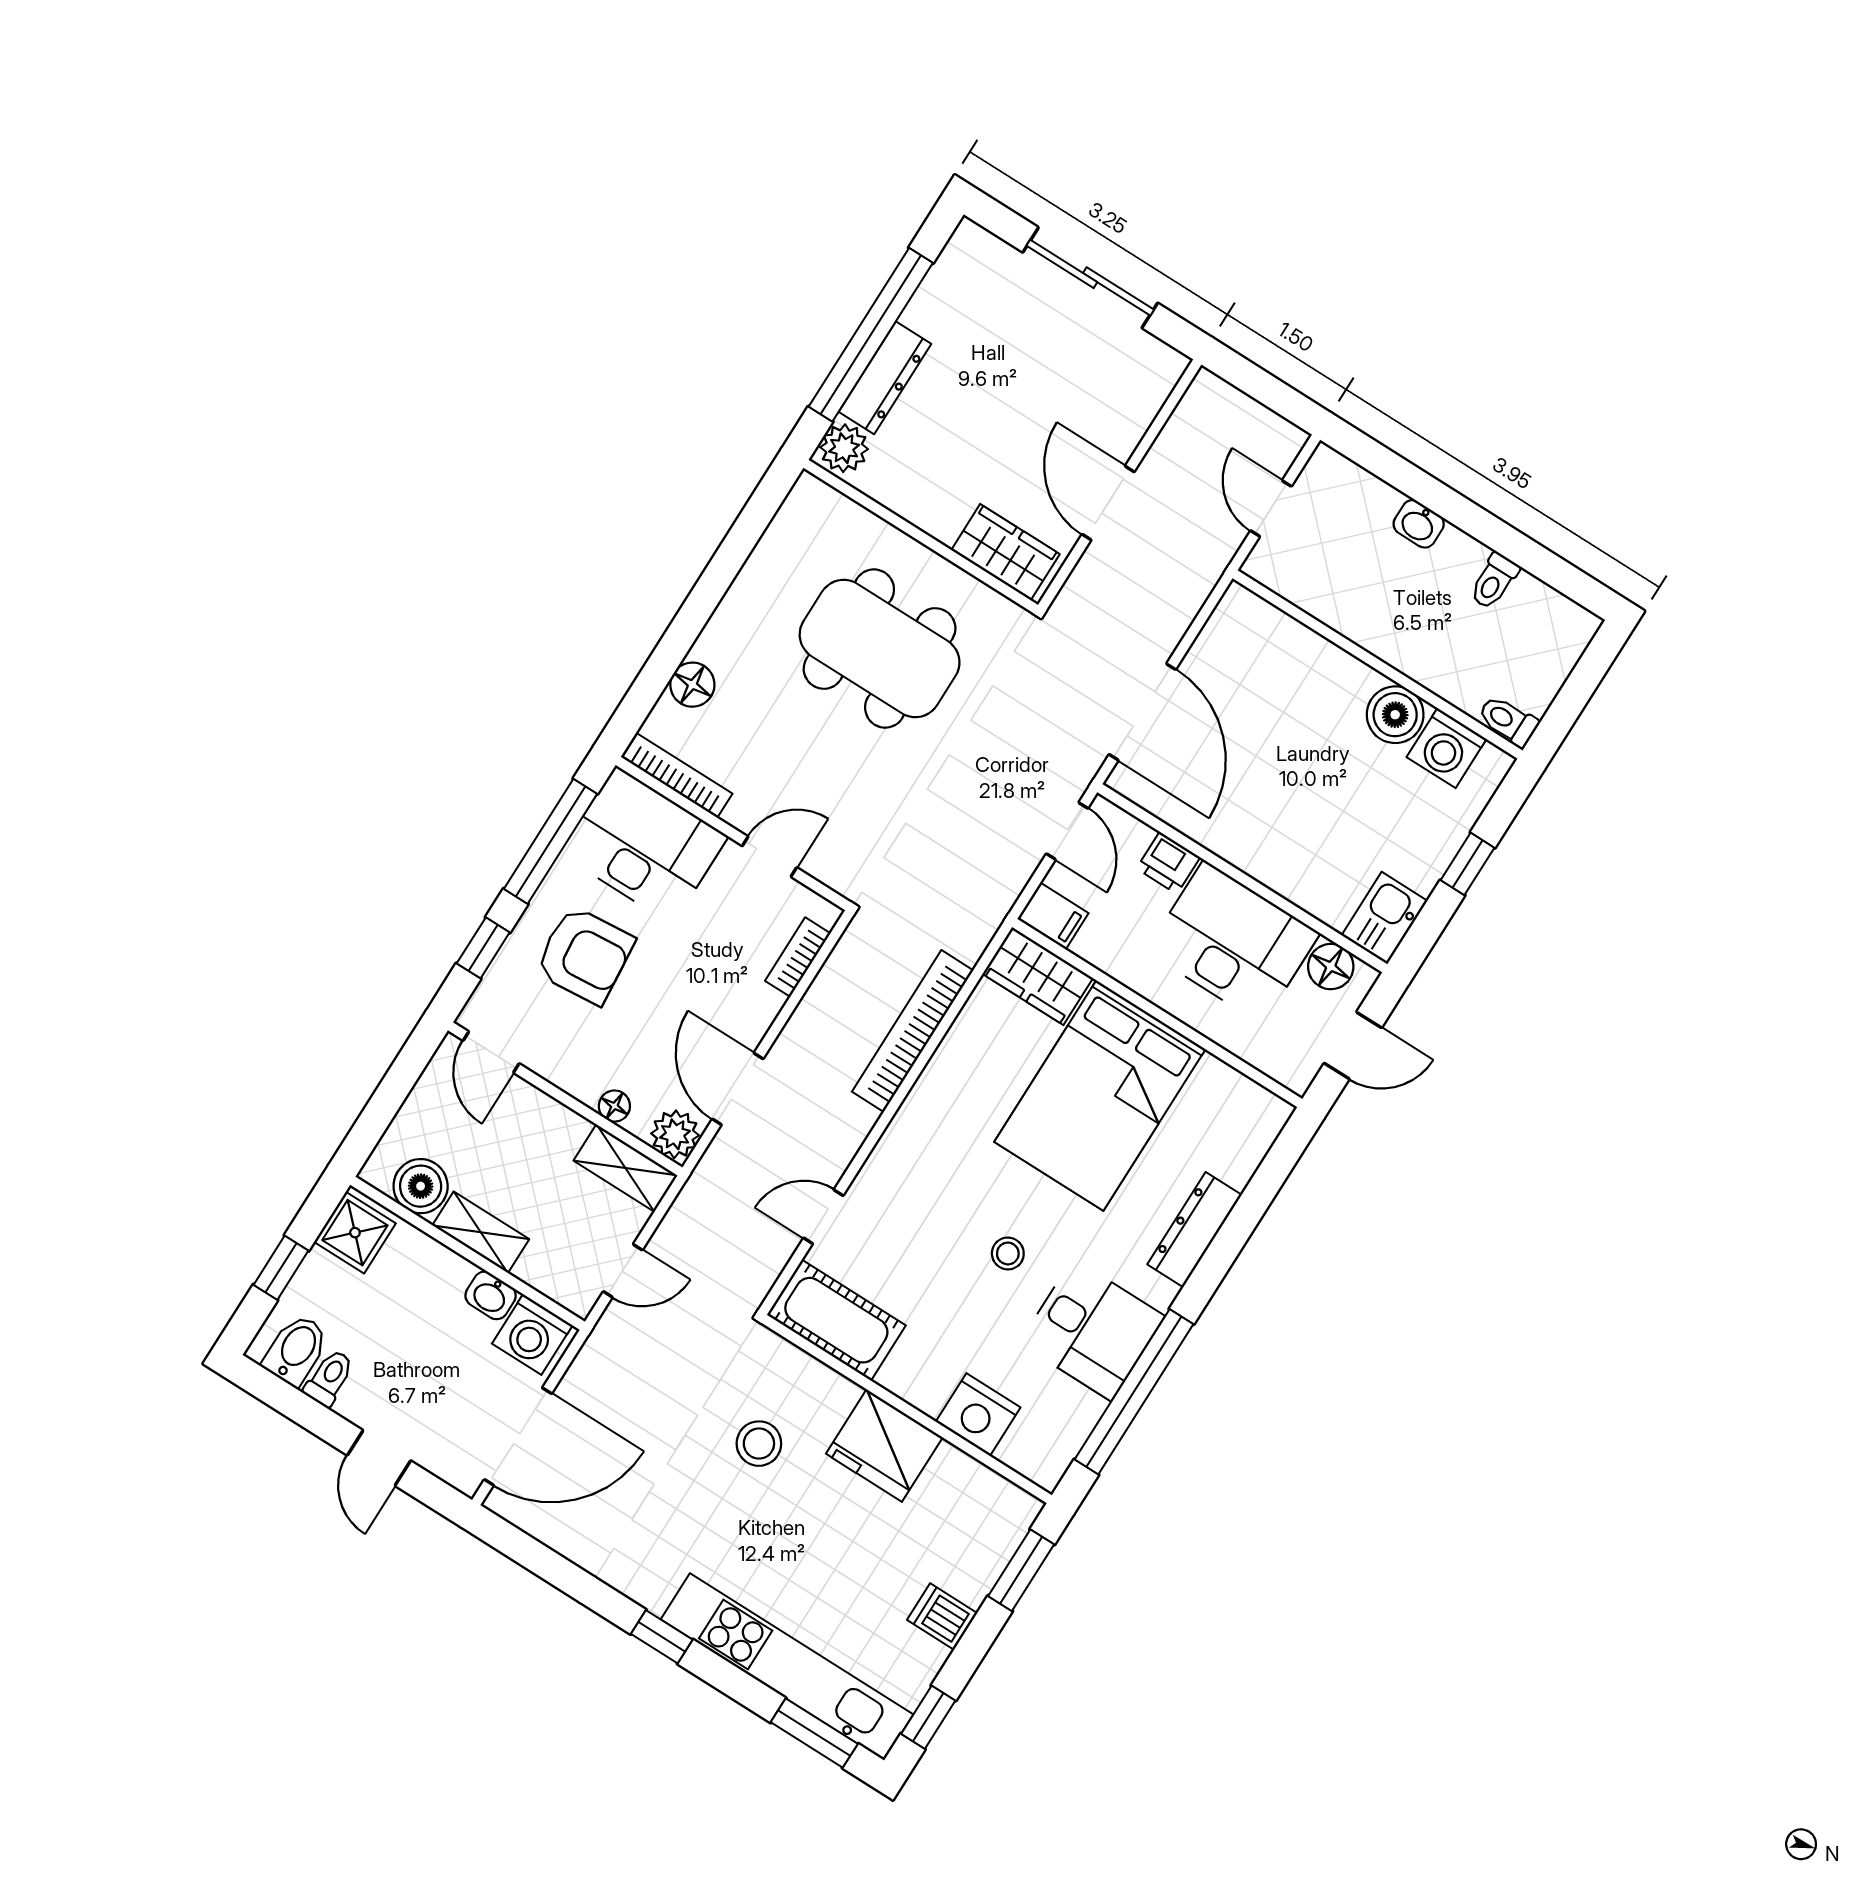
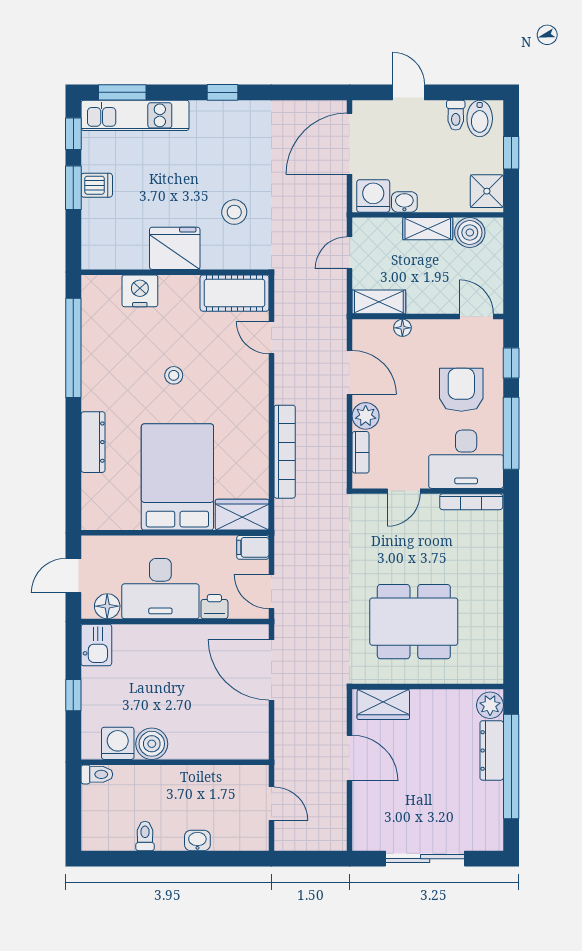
floor lamp: (692, 685) -> (491, 549), removed
armchair: (585, 955) -> (461, 390), turned 95
plant: (675, 1134) -> (366, 416), moved
door: (823, 1217) -> (271, 338), swing flipped
desk: (1092, 1330) -> (112, 365), removed
window: (1021, 1570) -> (73, 188), moved
kitchen unit: (787, 1667) -> (135, 115), width x0.73

